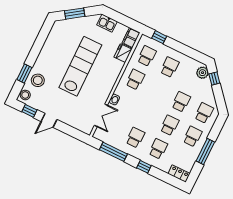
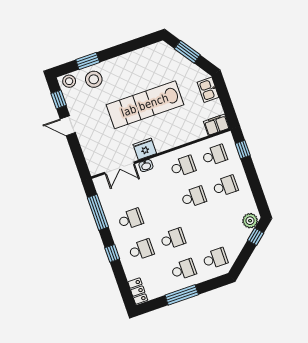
fridge: (123, 53) -> (145, 149), moved
lab bench: (80, 66) -> (145, 105), turned 180
school desk: (181, 102) -> (194, 197), moved

